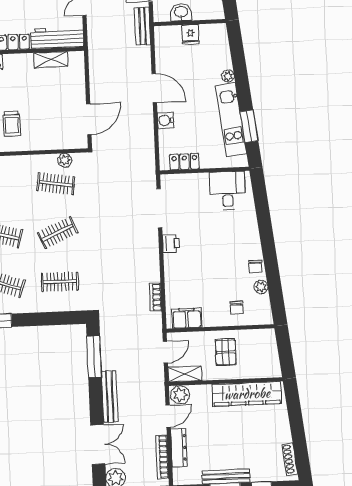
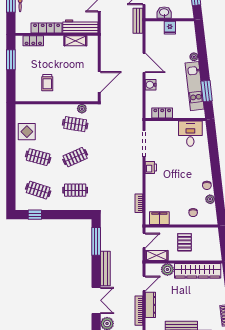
plant: (180, 395) -> (167, 269), moved

